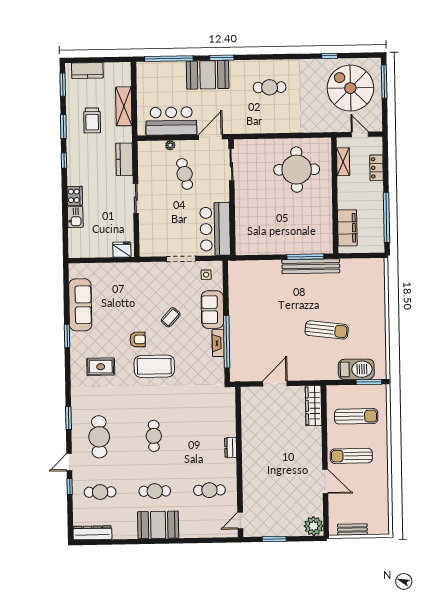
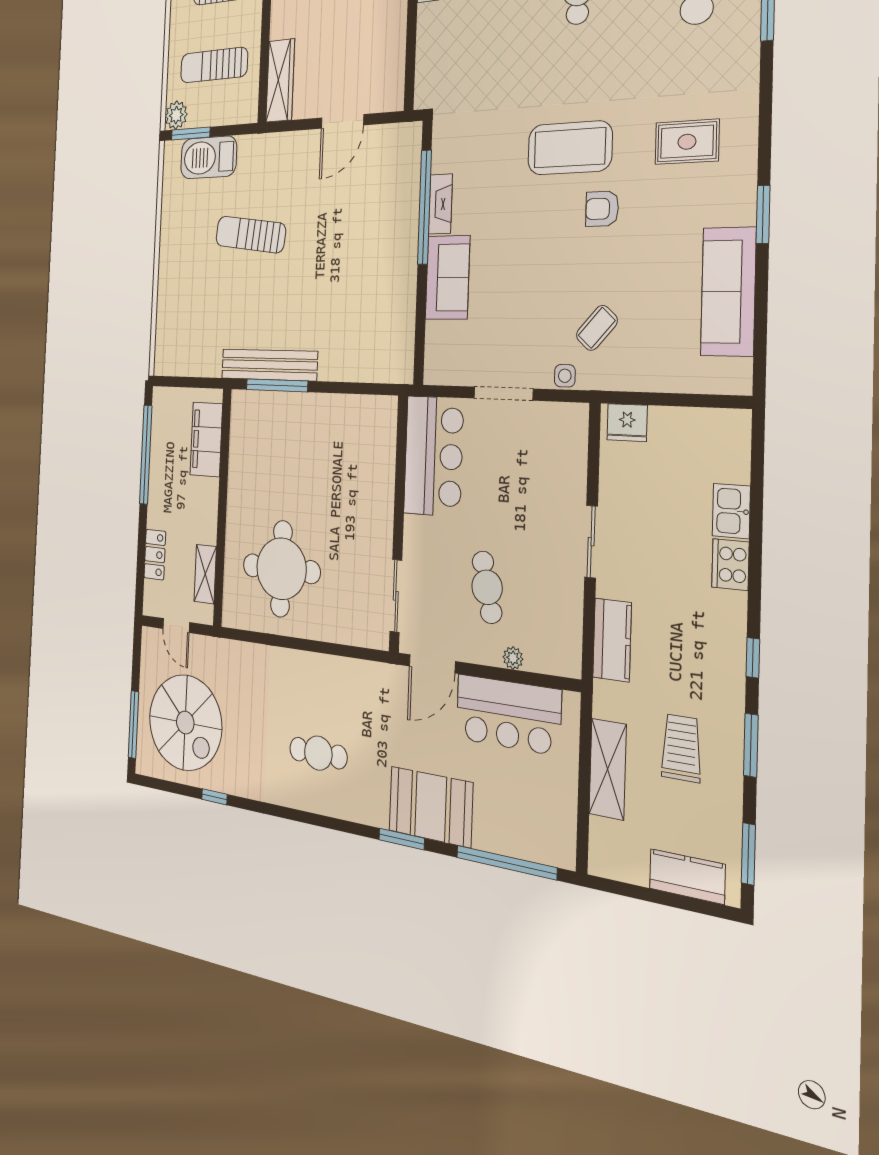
side table: (206, 275) -> (565, 376), moved
coffee table: (171, 317) -> (597, 328), moved
plant: (379, 392) -> (176, 115), added

